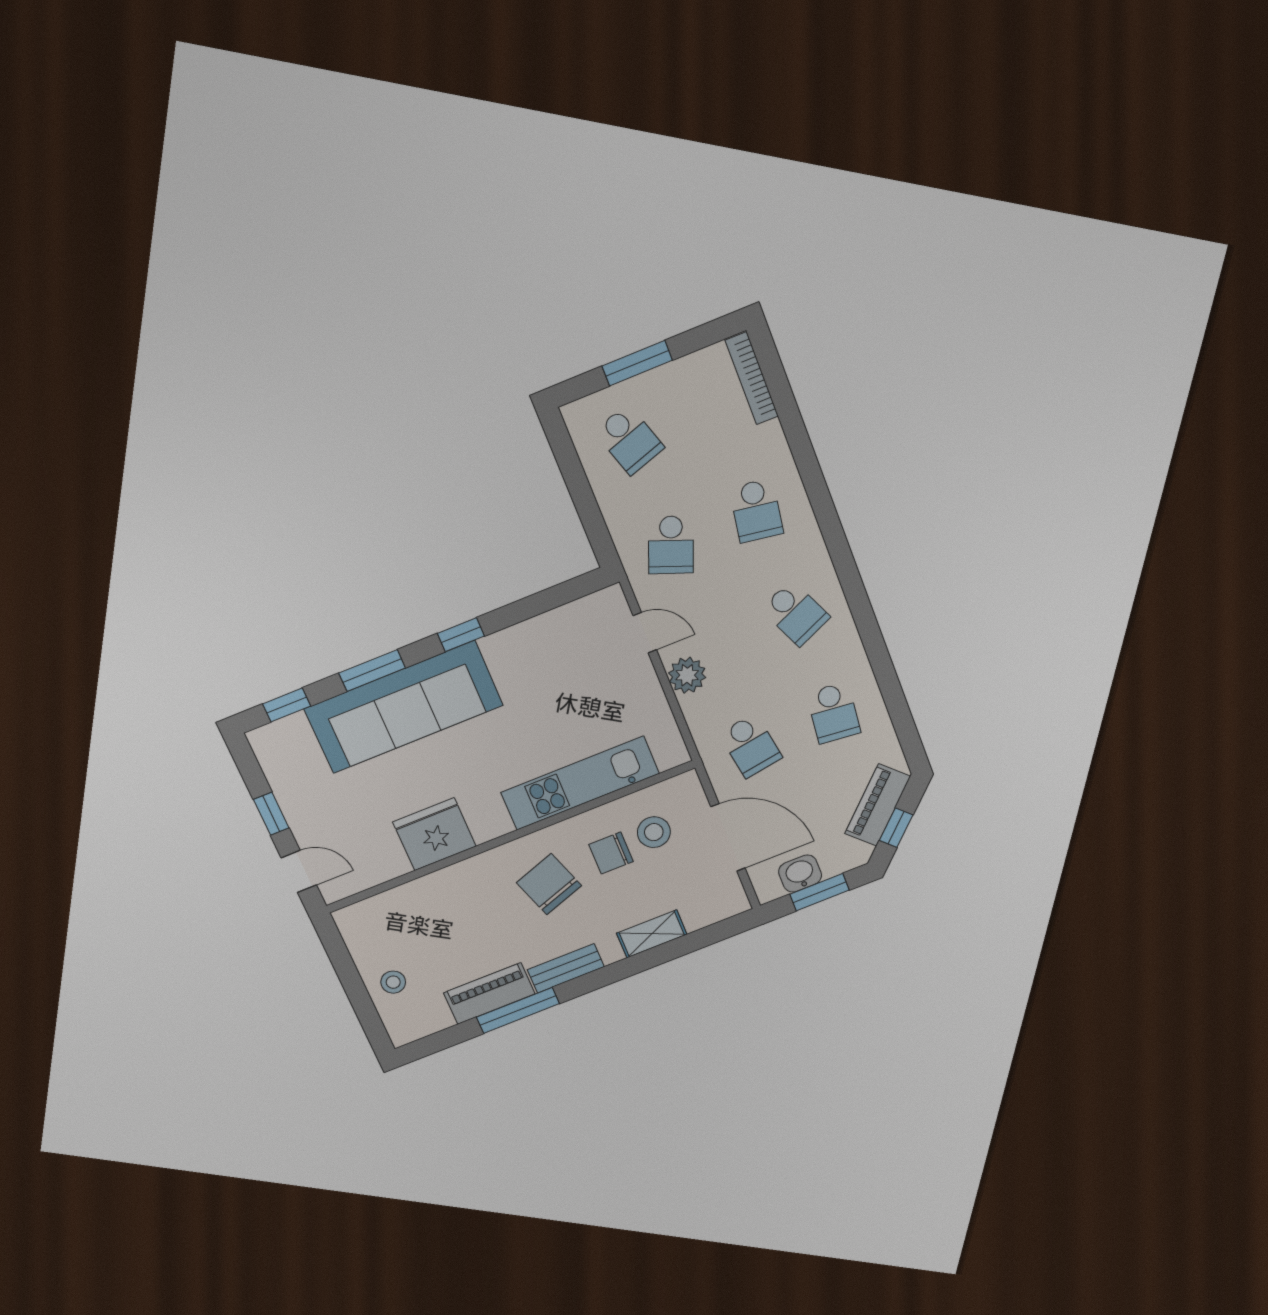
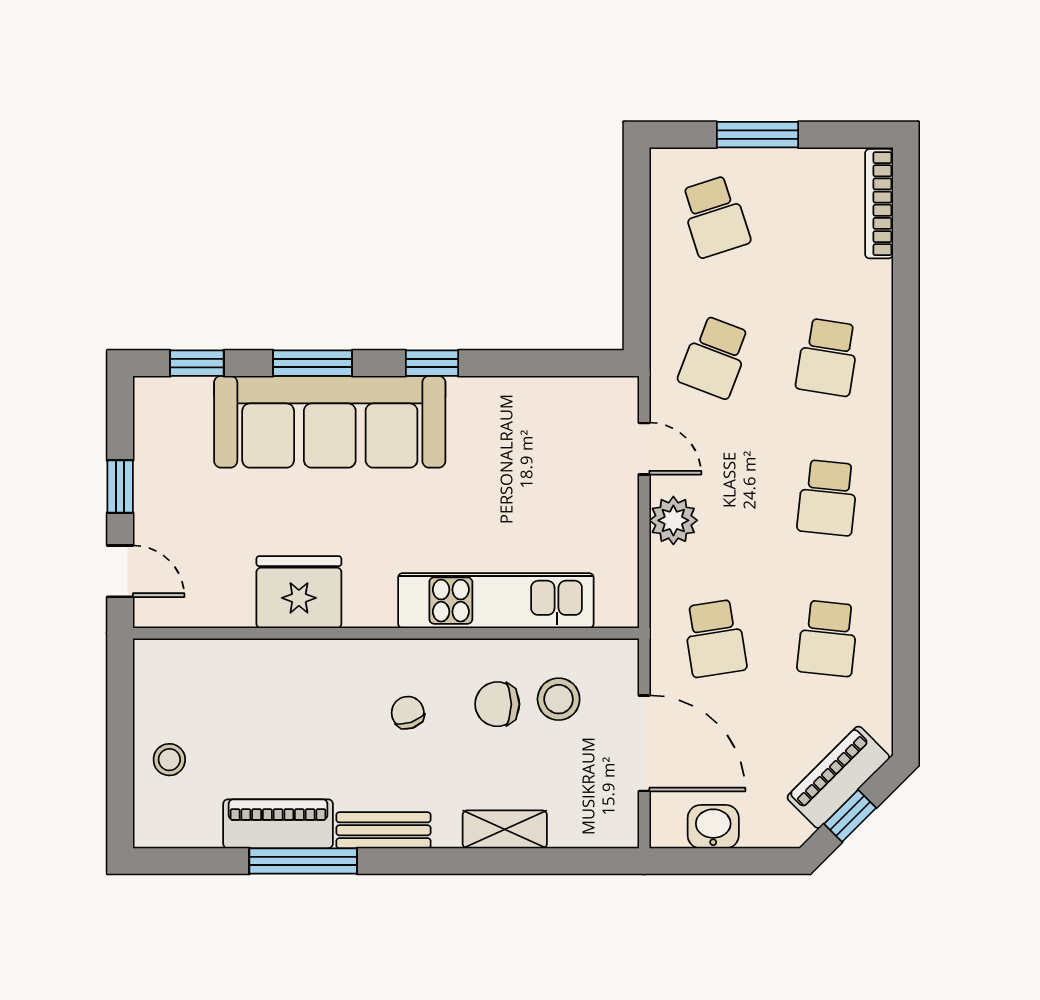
school desk: (795, 613) -> (828, 498), turned 30
chair: (549, 884) -> (408, 713), width x0.54, depth x0.54
window: (819, 892) -> (728, 861), removed

